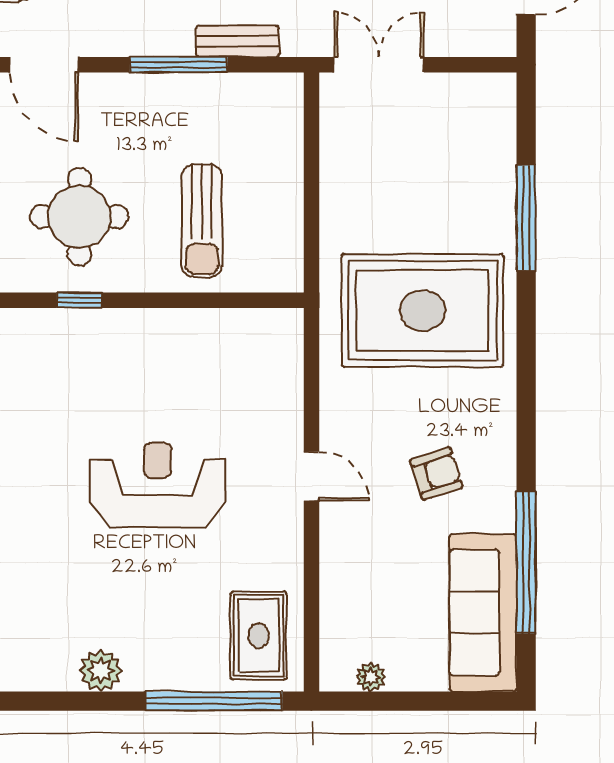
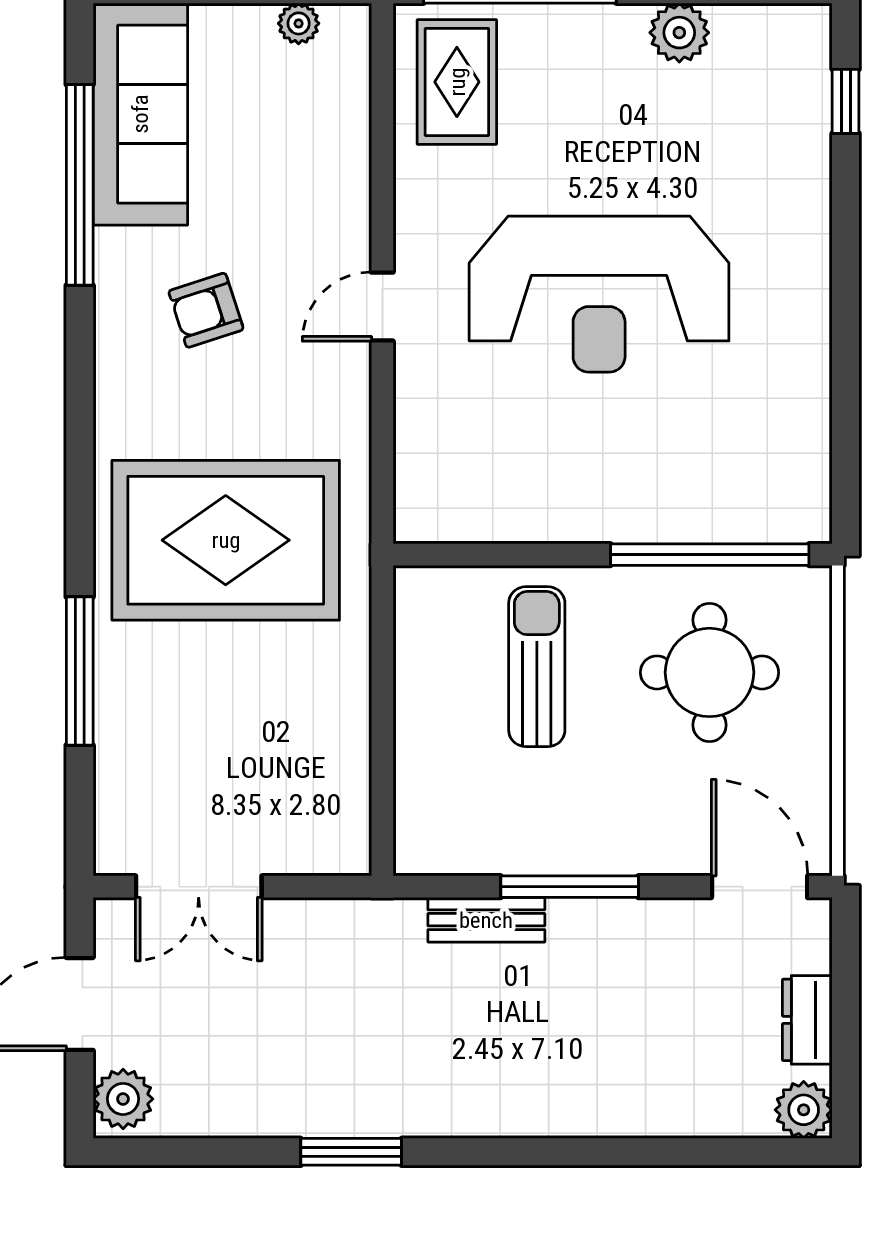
double door: (379, 65) -> (199, 887), moved
window: (79, 300) -> (710, 555), width x3.17
door: (311, 476) -> (382, 307), hinge flipped
reception desk: (158, 485) -> (599, 294), width x1.36, depth x1.30

